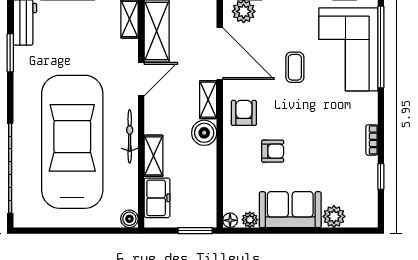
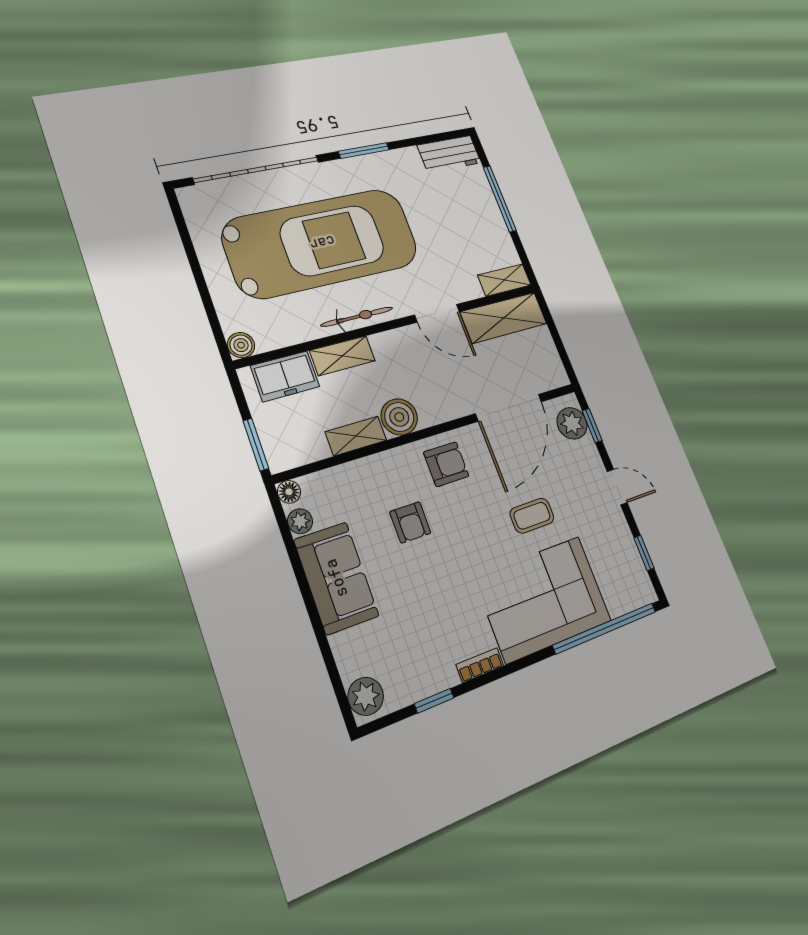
corner sofa: (348, 49) -> (543, 599), moved
window: (10, 53) -> (364, 151), moved
shelving: (208, 100) -> (356, 436), moved
plant: (334, 216) -> (366, 696), moved

